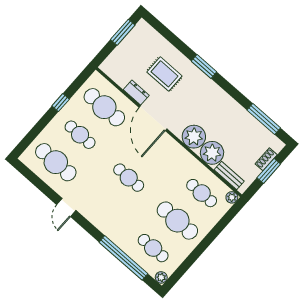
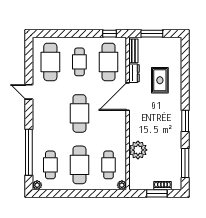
window: (123, 32) -> (152, 34), moved
window: (204, 66) -> (185, 121), moved
window: (61, 103) -> (110, 34), moved
plant: (194, 137) -> (138, 131), removed
bench: (229, 176) -> (133, 51), moved
cafe table: (129, 178) -> (79, 113), width x1.37, depth x1.35
door: (66, 207) -> (29, 92), hinge flipped

